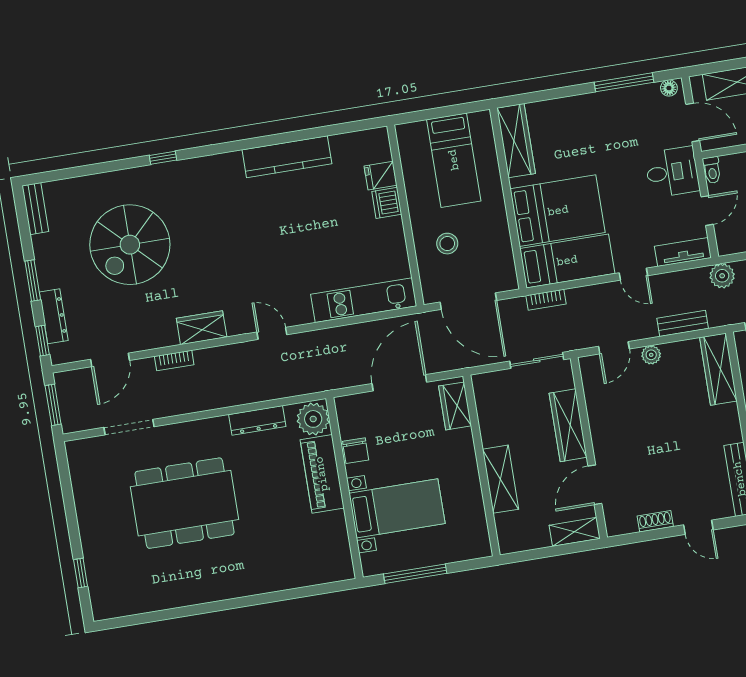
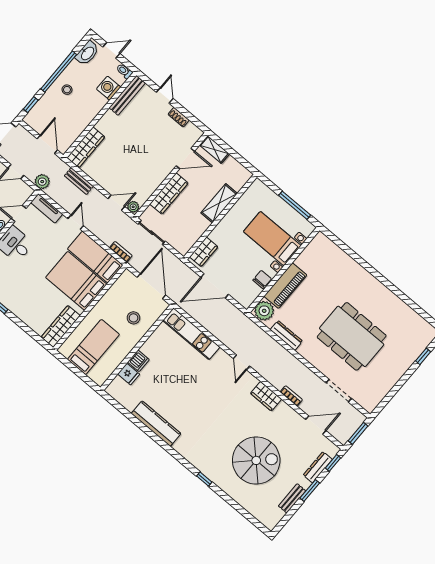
bench: (35, 209) -> (292, 498), moved
plant: (651, 355) -> (133, 207), moved

